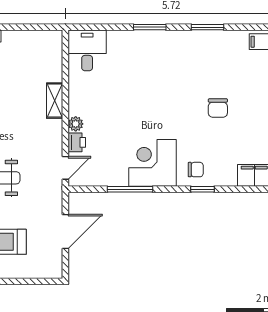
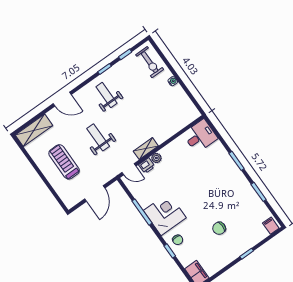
shelving: (55, 101) -> (146, 149), moved
door: (65, 231) -> (95, 194), hinge flipped

